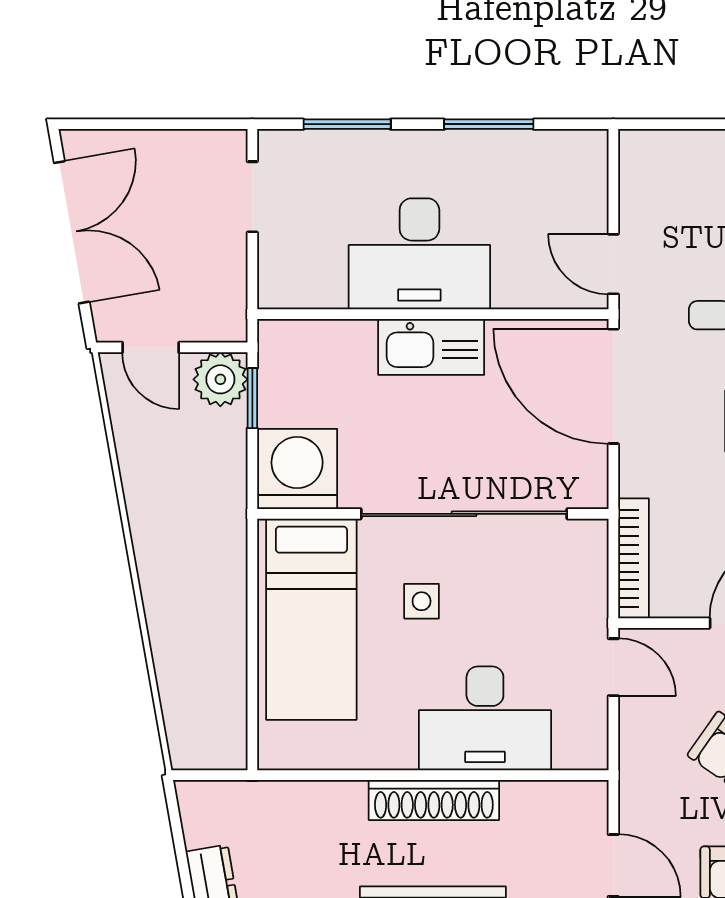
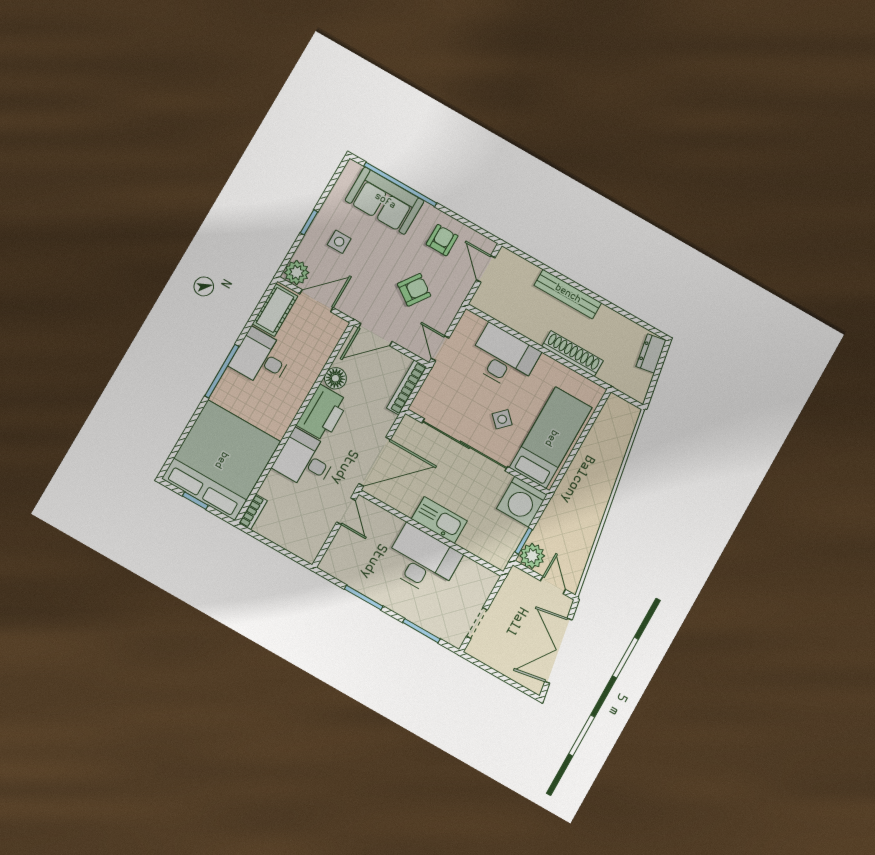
door: (613, 386) -> (375, 462), hinge flipped
side table: (422, 601) -> (502, 419), turned 45
shoe rack: (434, 800) -> (573, 354), moved

